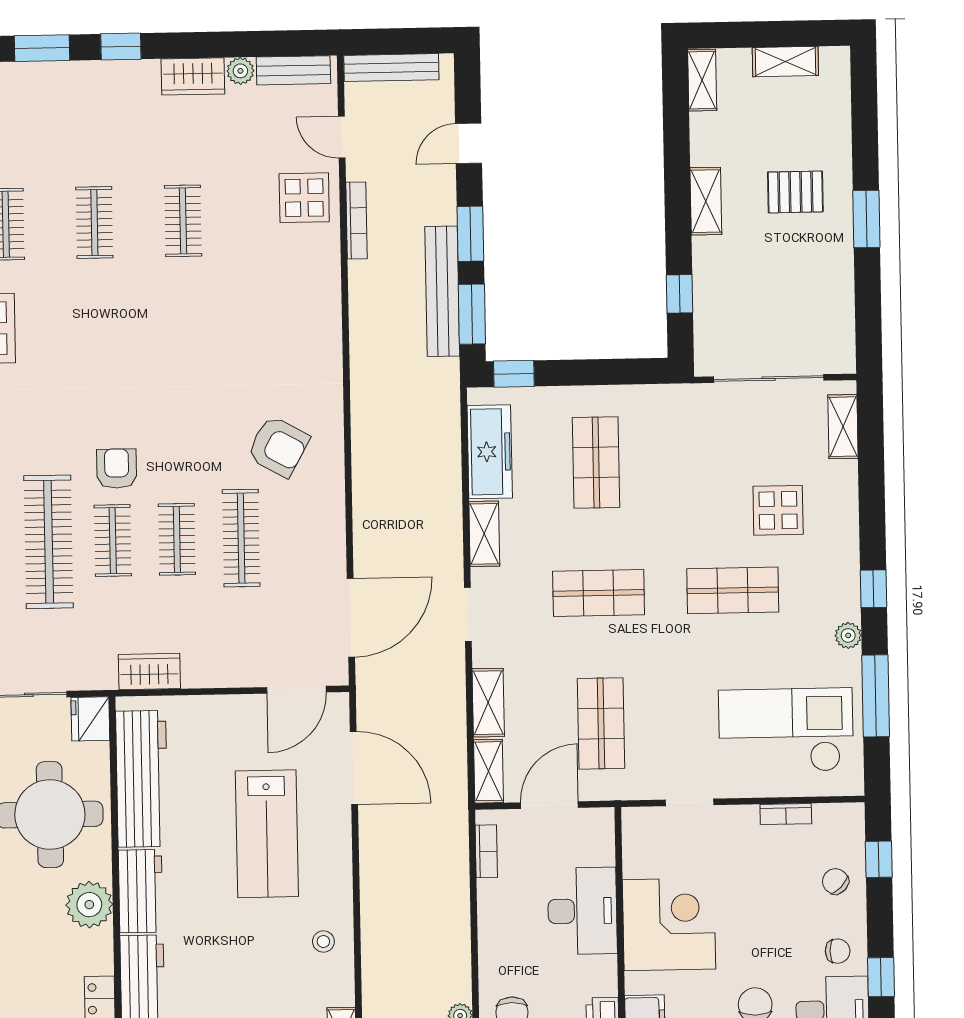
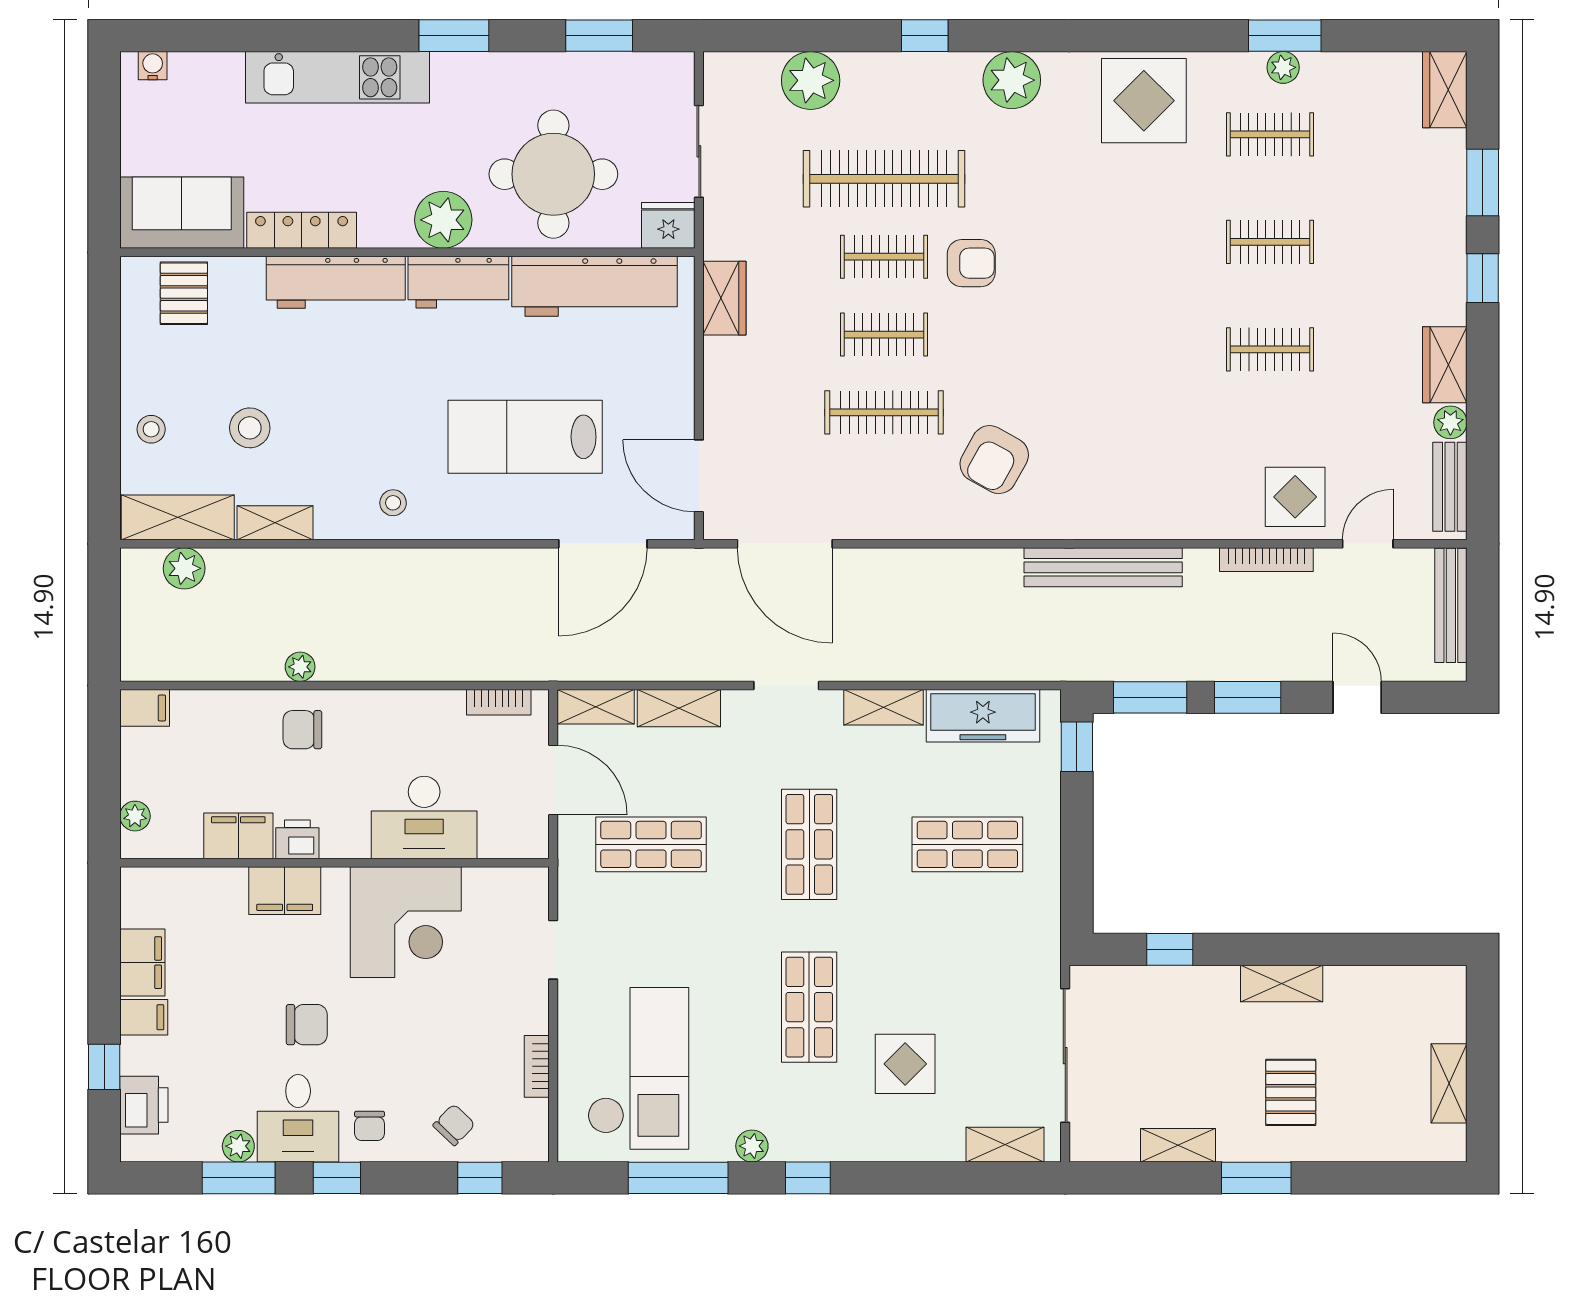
shelving: (702, 80) -> (1178, 1145), moved
bench: (442, 291) -> (1103, 567), moved

